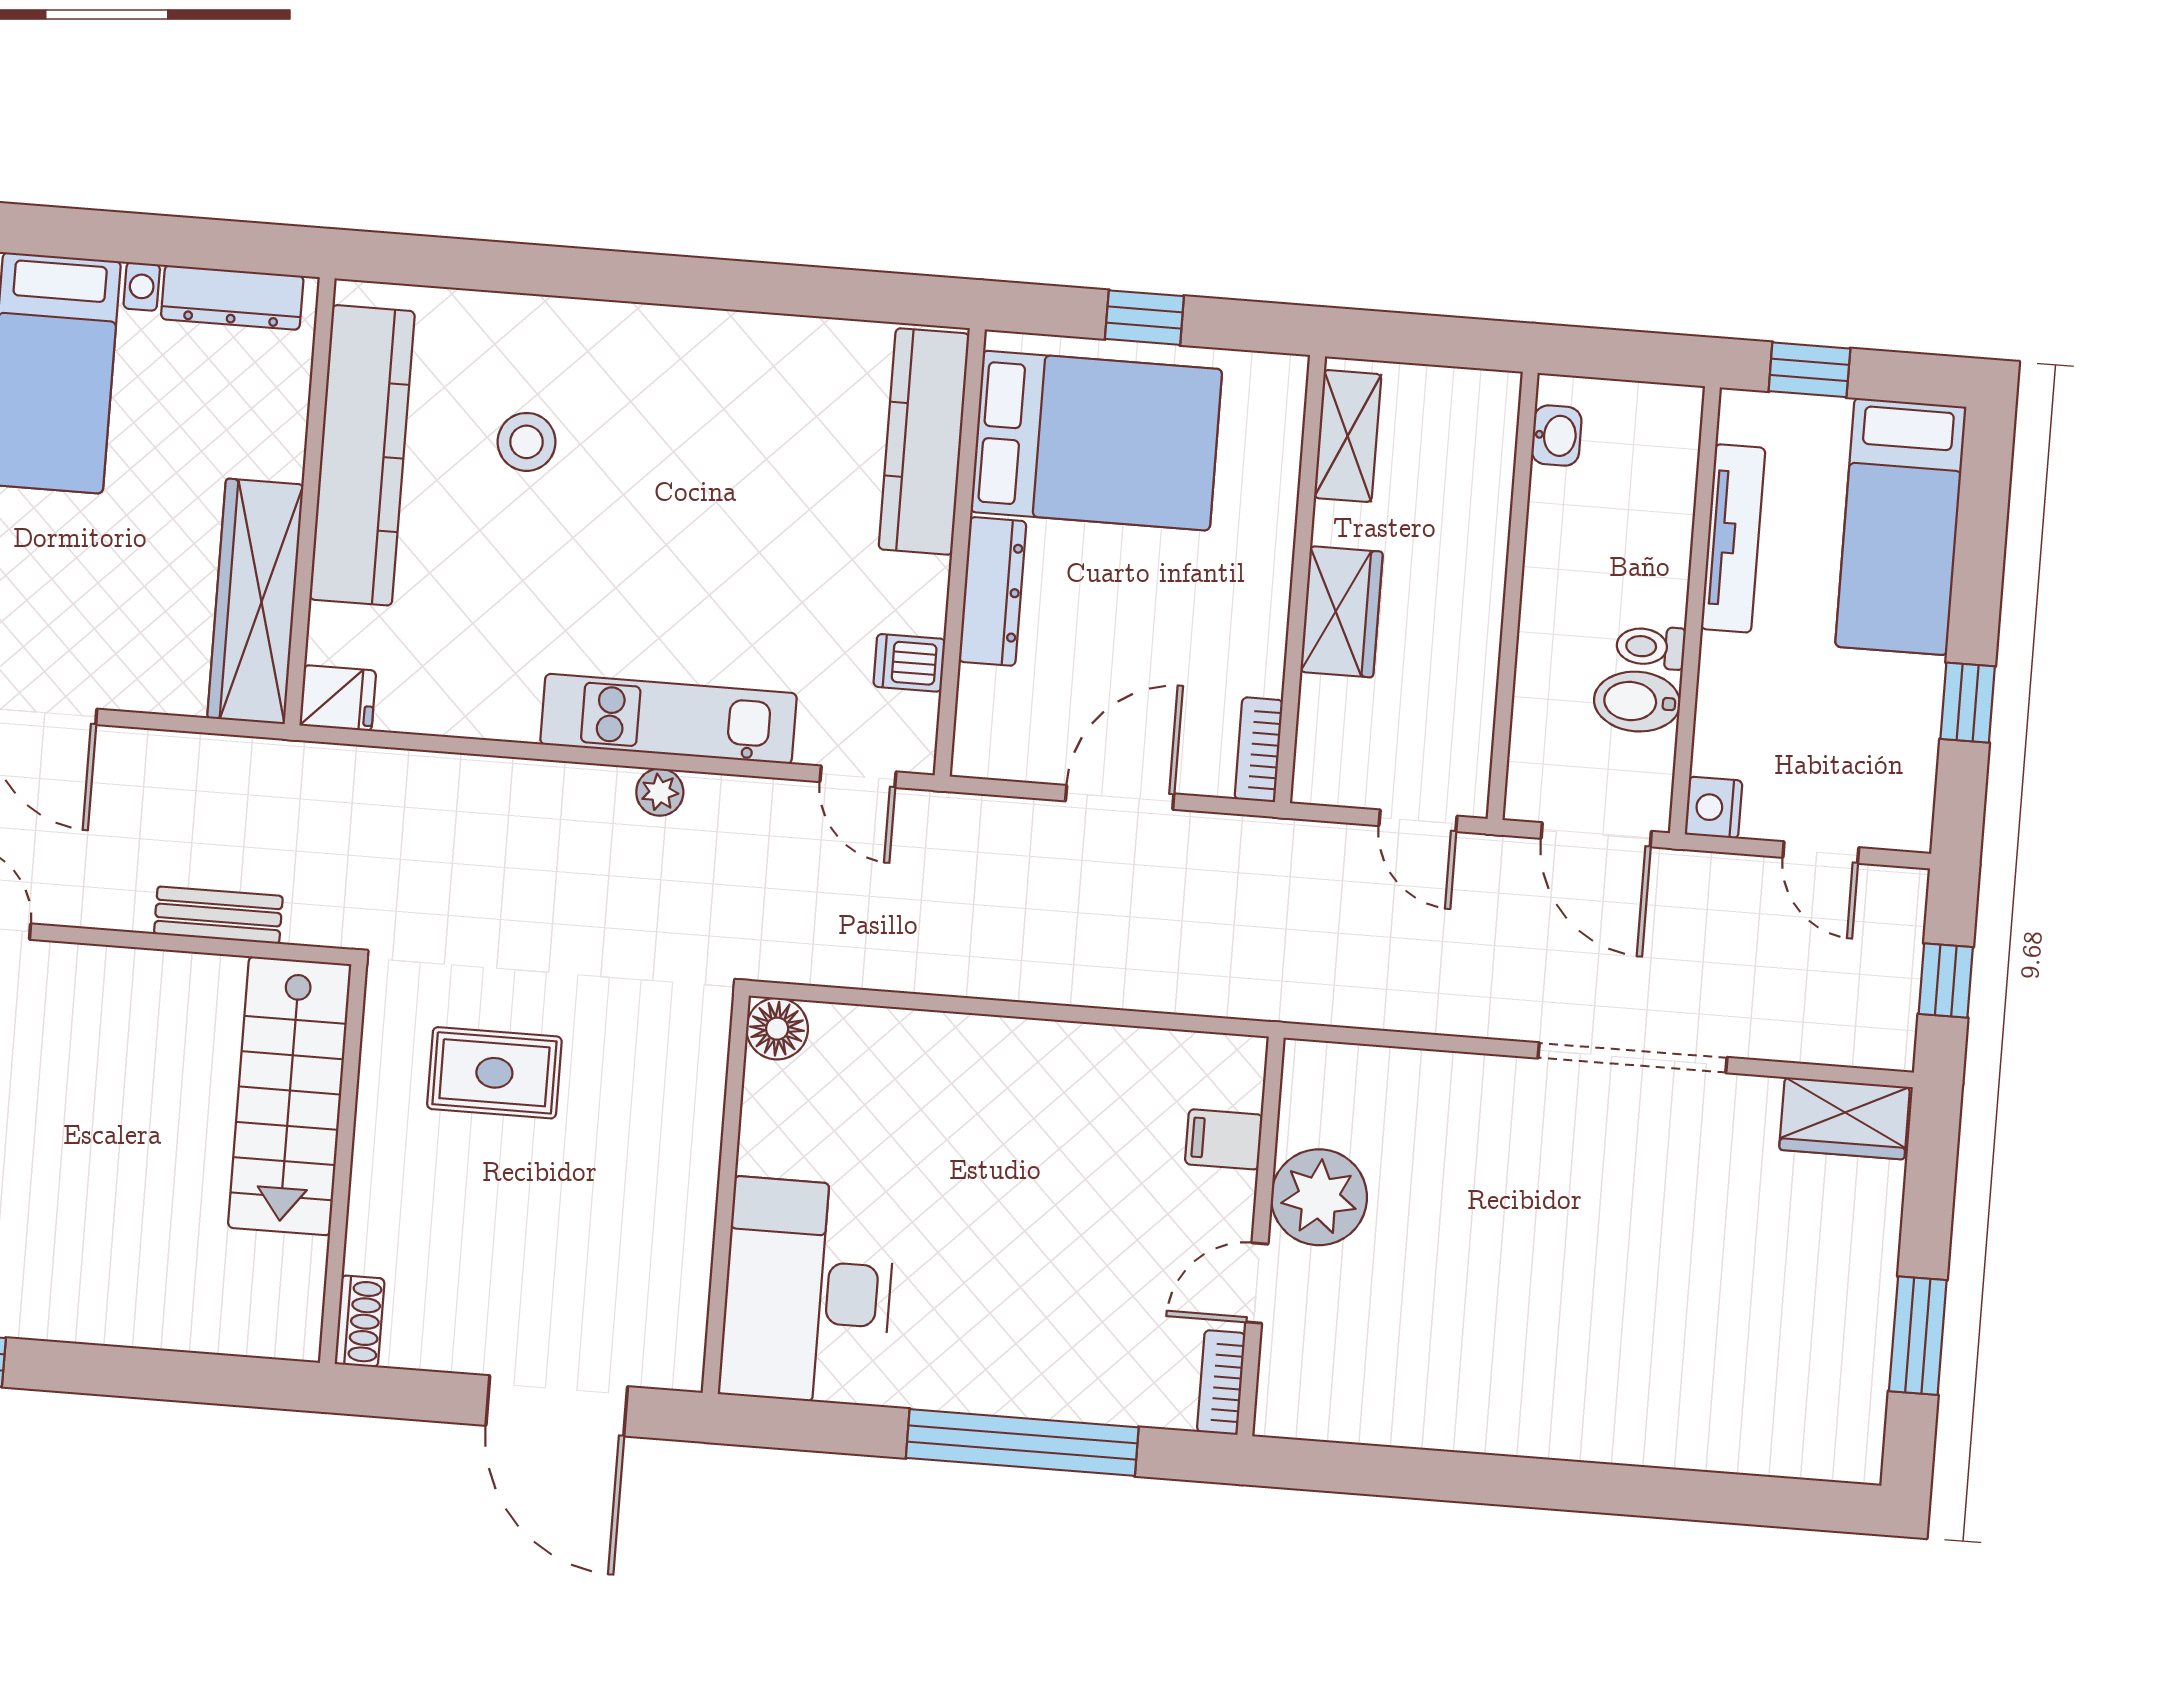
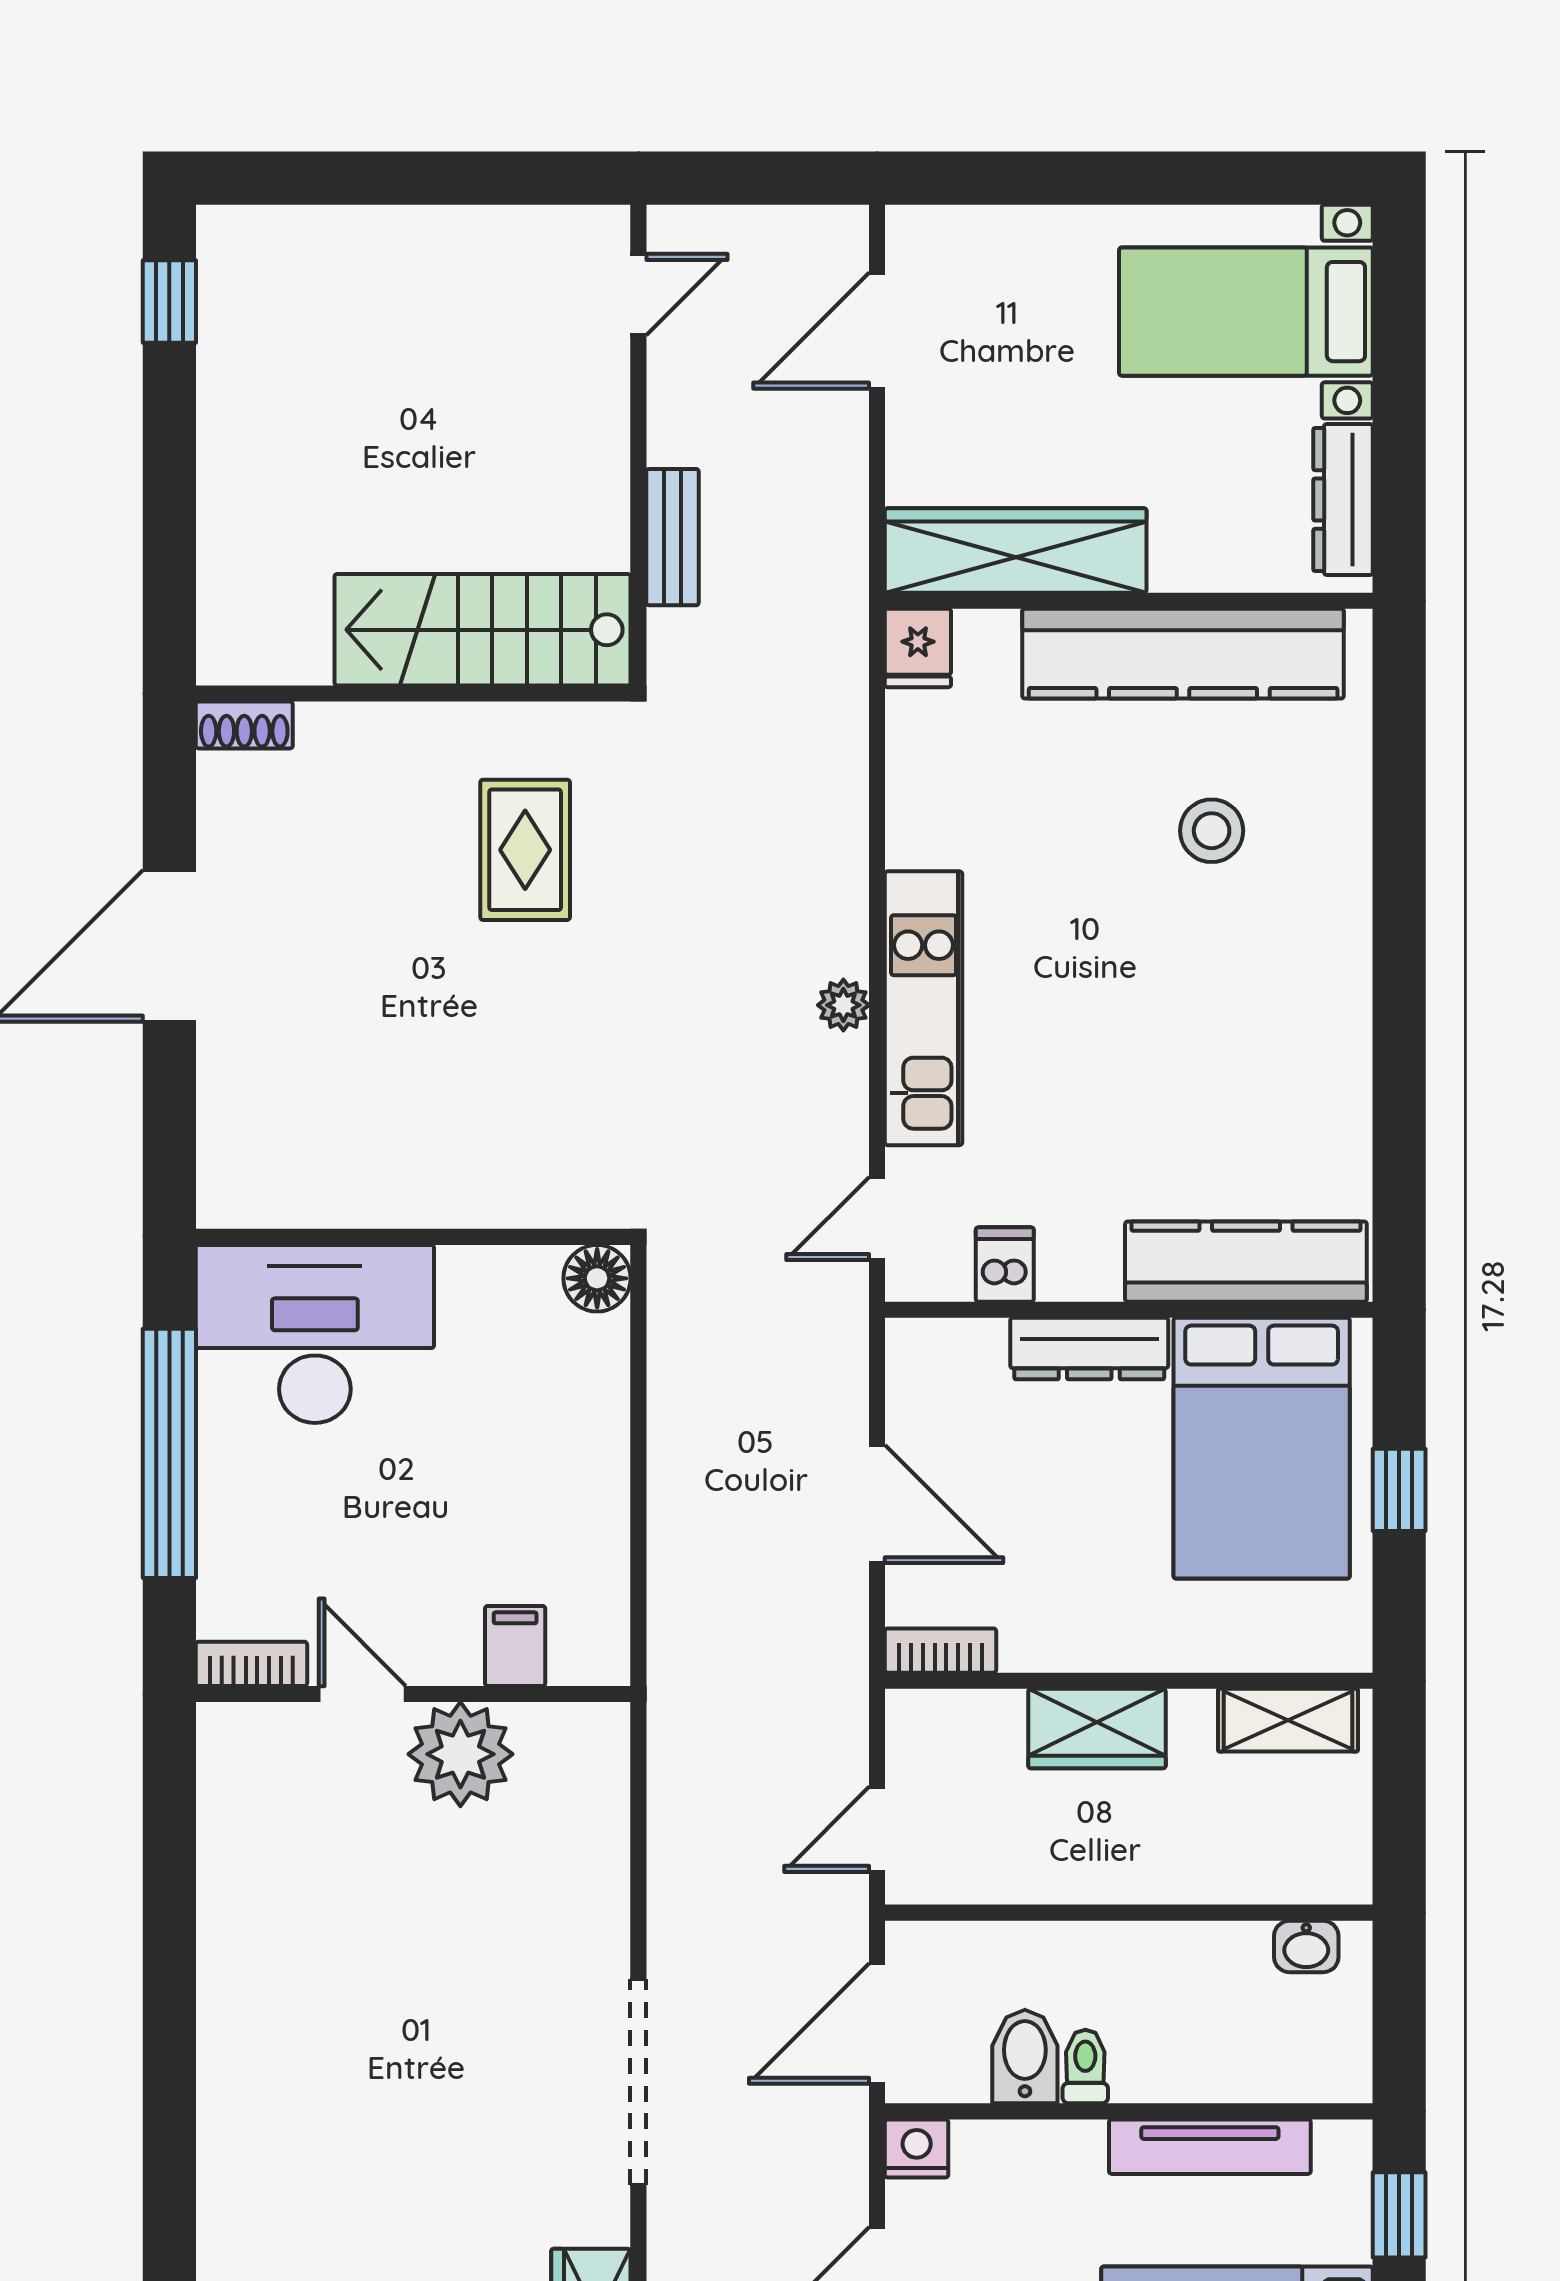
floor lamp: (777, 1029) -> (597, 1278), moved
wall: (726, 1194) -> (413, 1237), moved
desk: (808, 1291) -> (315, 1334), moved

